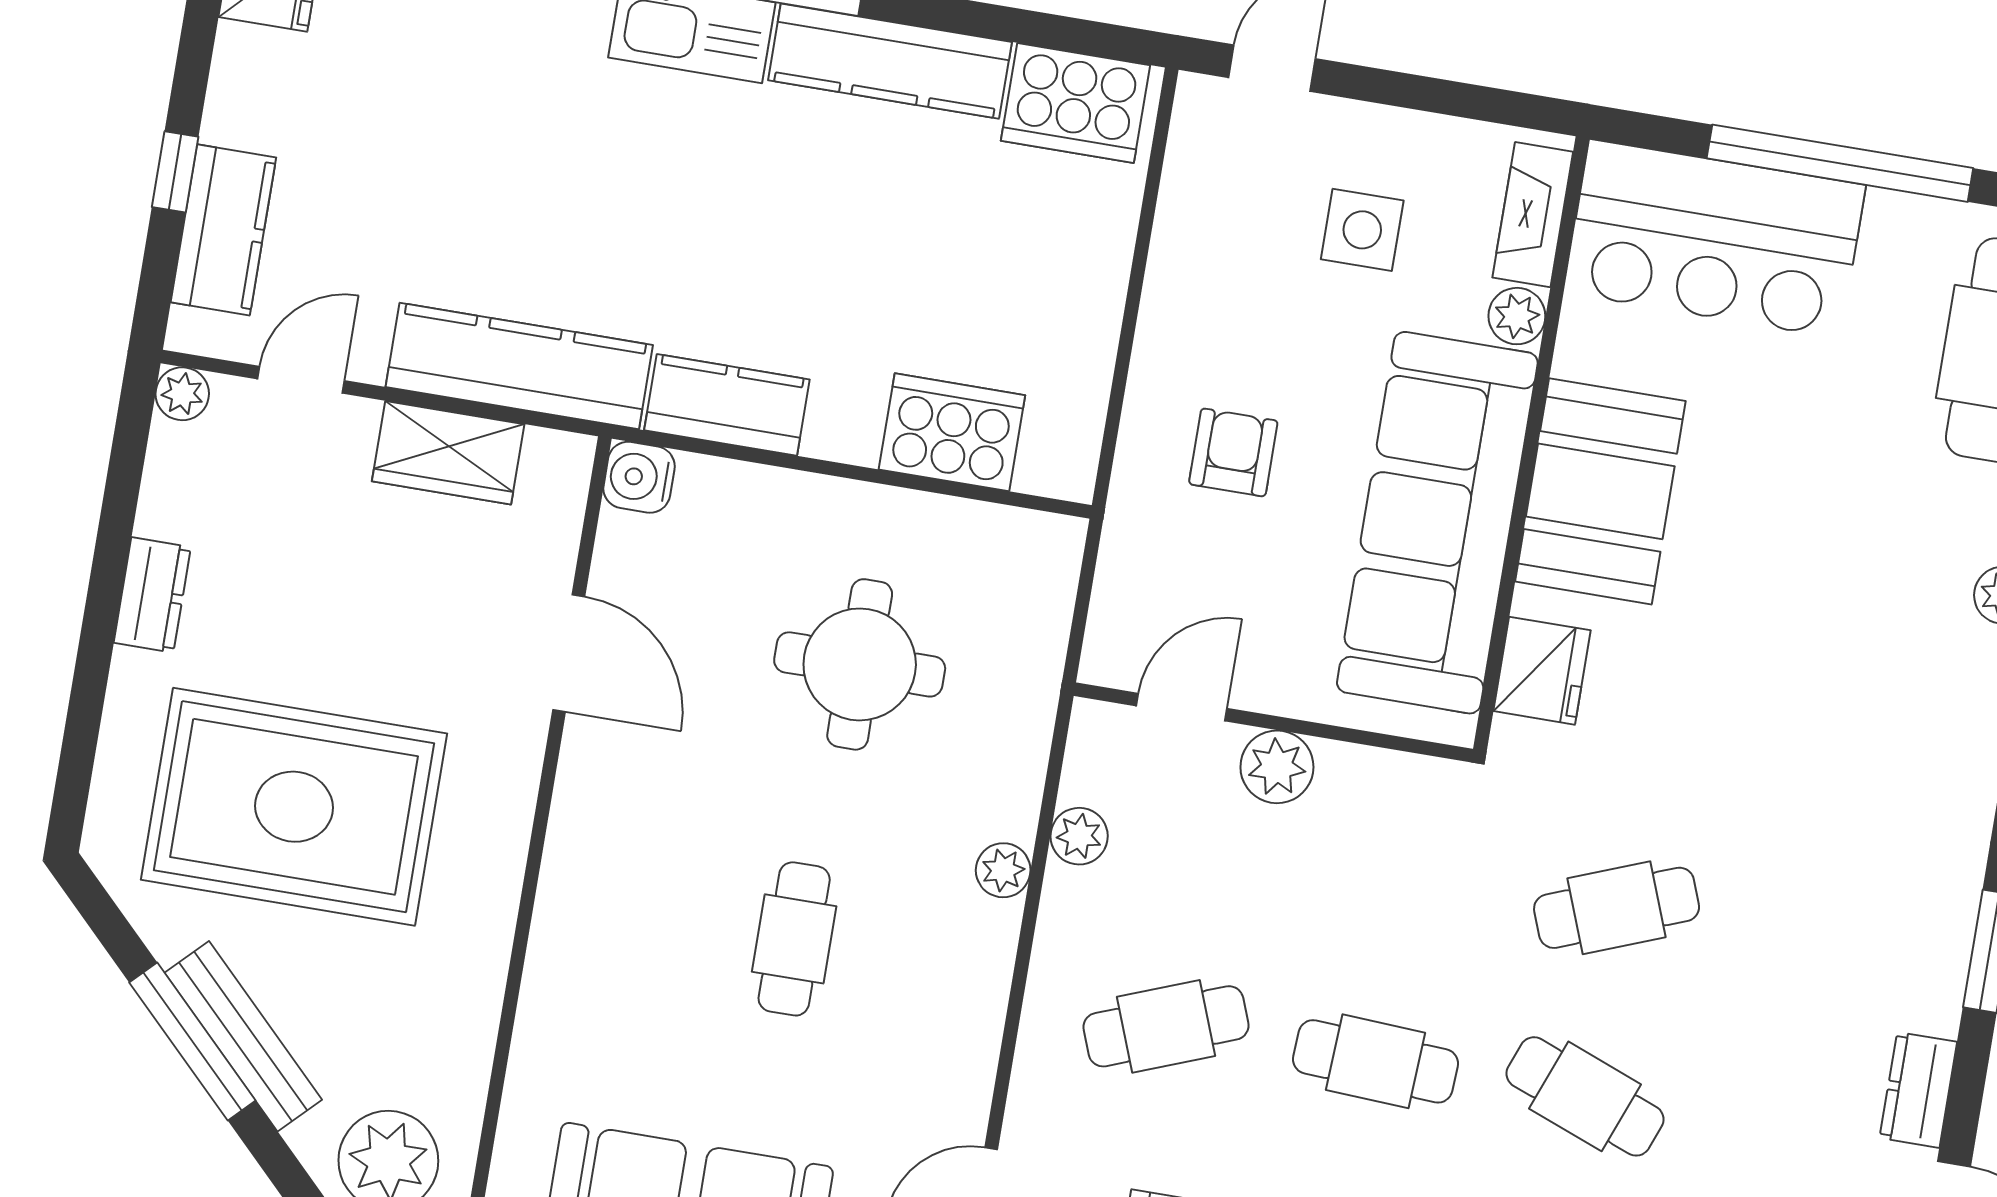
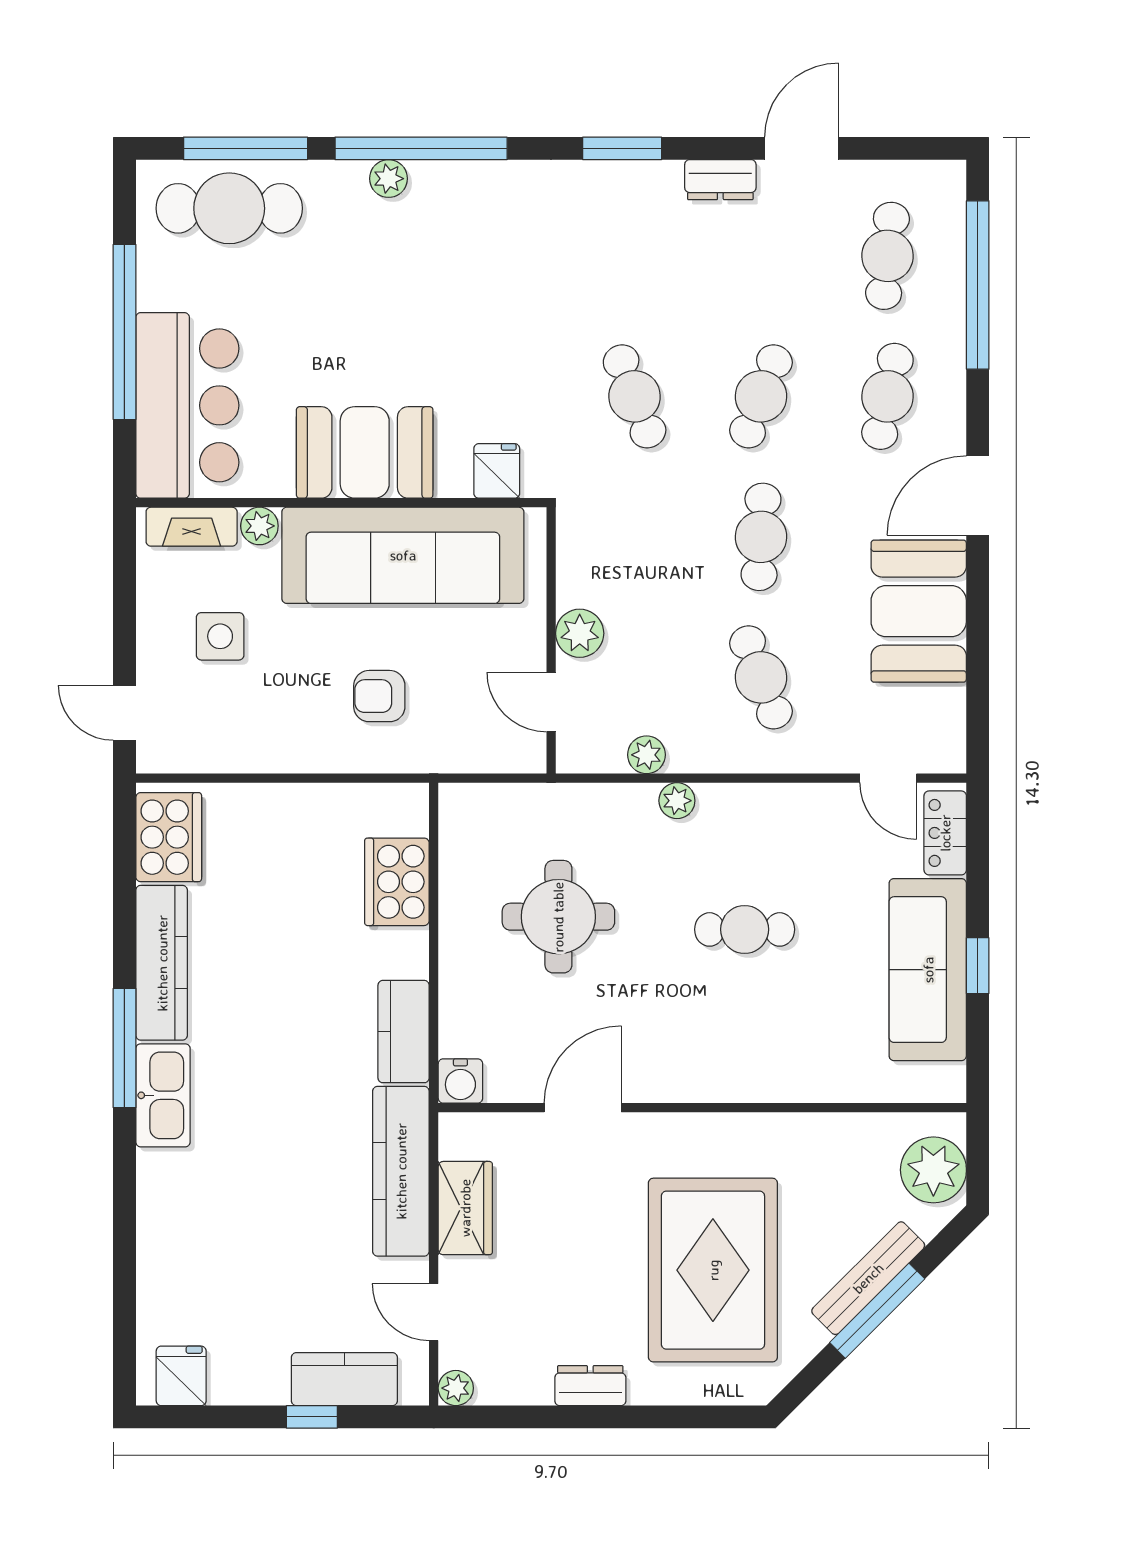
fridge: (1542, 671) -> (497, 471), width x0.72

